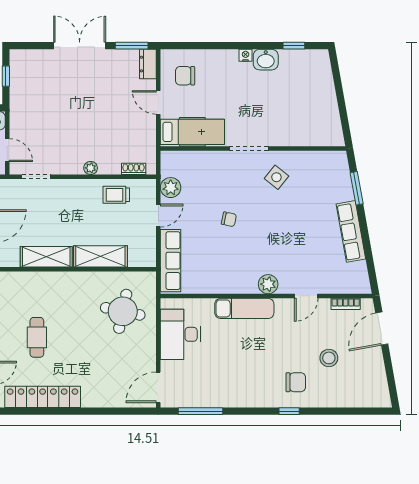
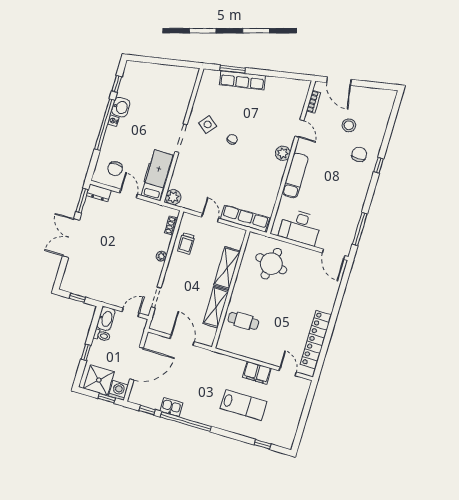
window: (237, 46) -> (105, 125), added
door: (158, 102) -> (129, 194), swing flipped
plant: (171, 188) -> (173, 197), moved
chair: (229, 219) -> (232, 139), moved
row of seats: (351, 231) -> (242, 80), moved
cafe table: (37, 337) -> (243, 321), moved

